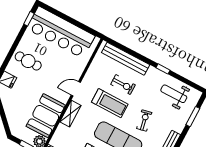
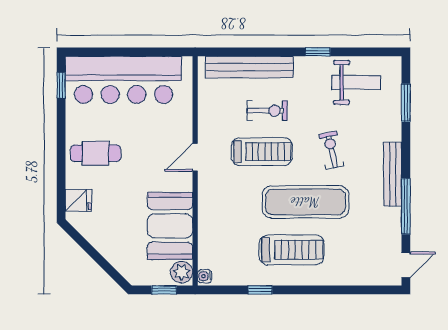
weight bench: (174, 94) -> (356, 82), turned 180
shelving: (70, 114) -> (208, 202), removed

